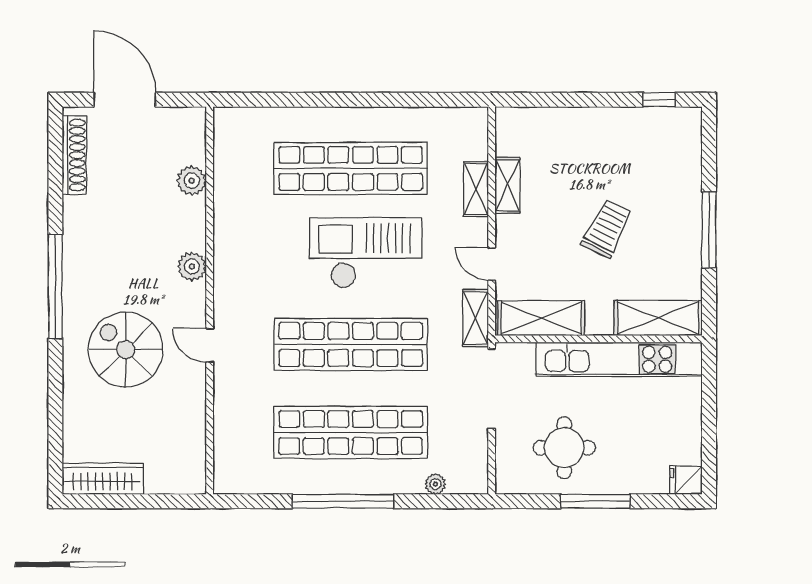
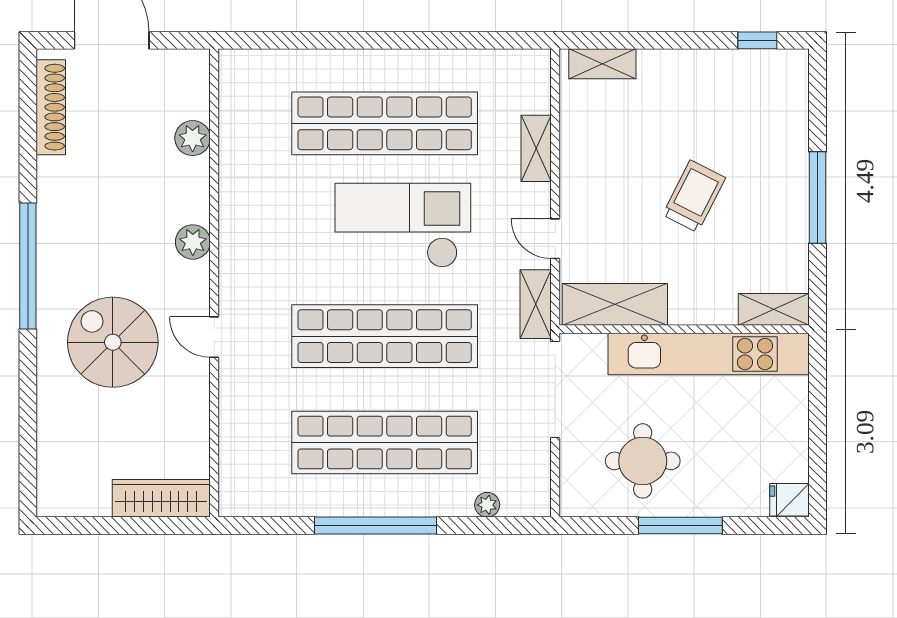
shelving: (507, 185) -> (602, 64), moved, turned 90
shelving: (658, 318) -> (774, 309), width x0.67, depth x0.75
wardrobe: (103, 479) -> (161, 498), moved

